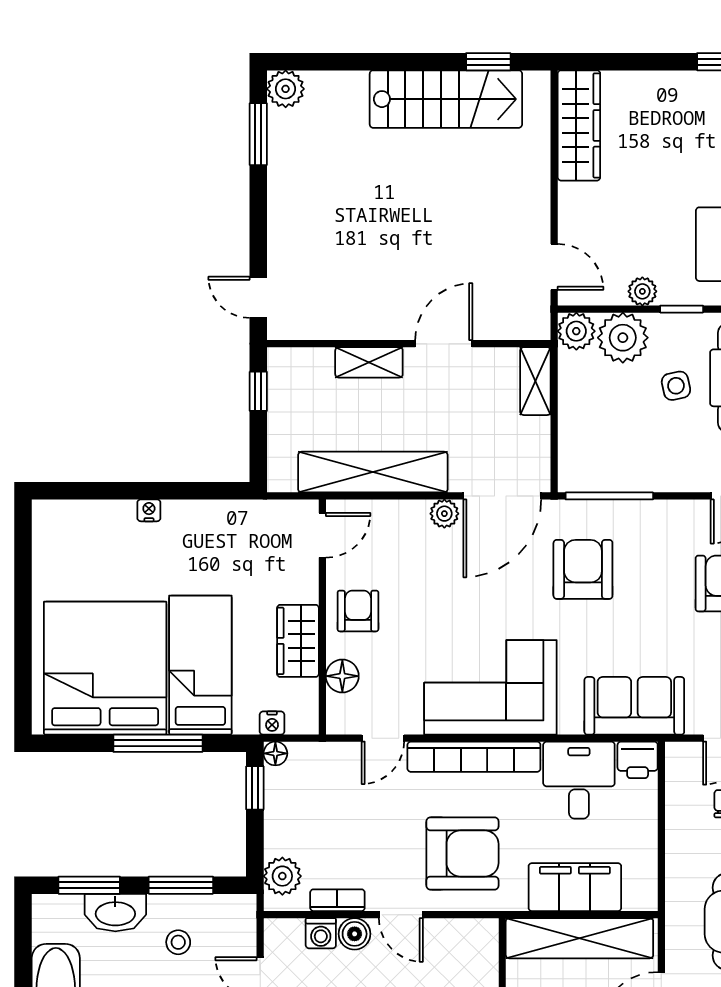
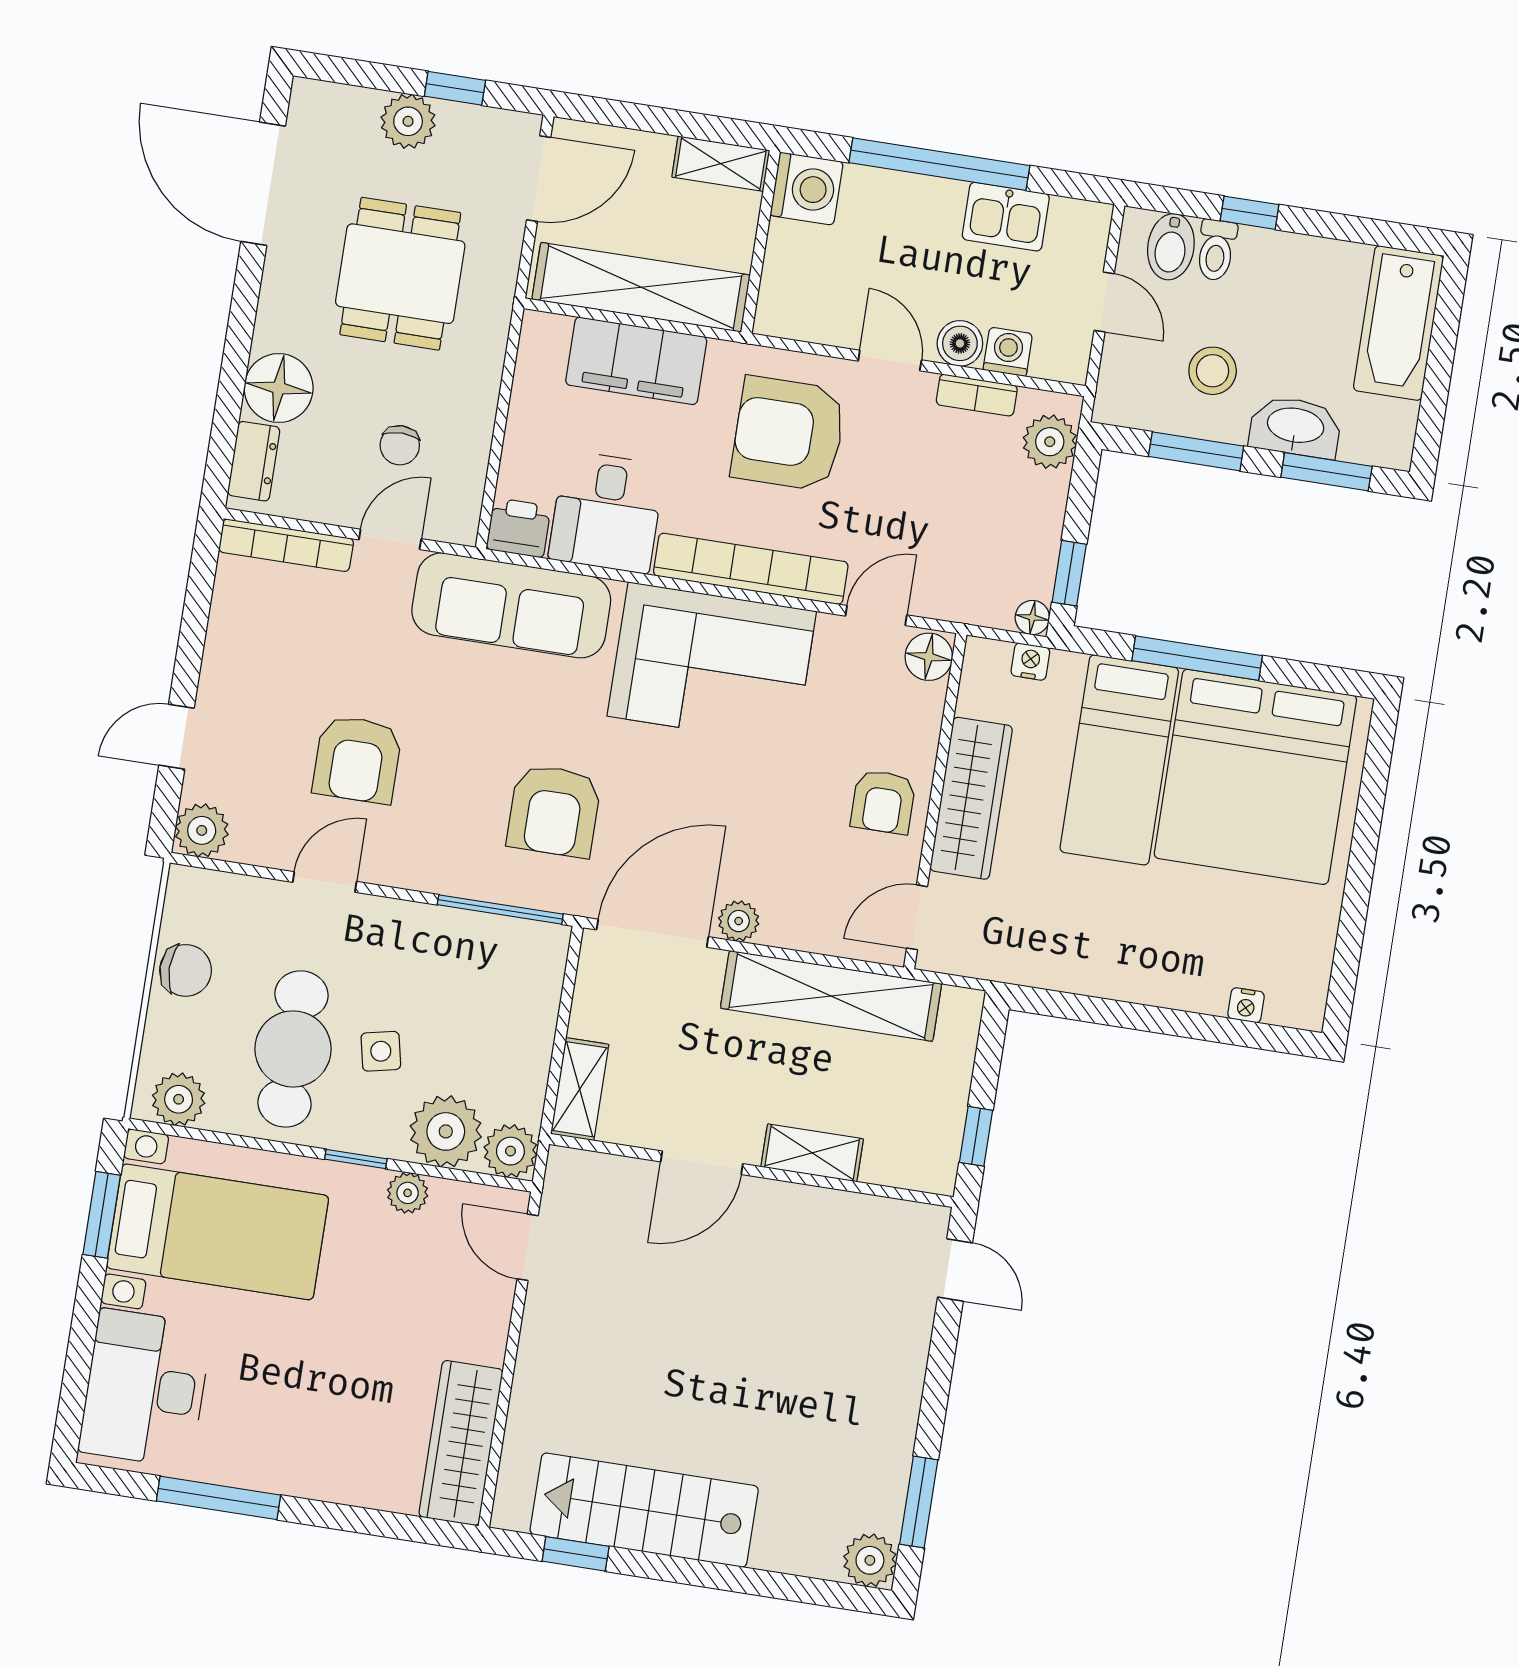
nightstand: (149, 510) -> (1246, 1005), moved
wardrobe: (298, 641) -> (971, 798), width x1.50
floor lamp: (342, 676) -> (929, 657), moved
sofa: (634, 706) -> (511, 605), width x1.36
stool: (178, 942) -> (1213, 371), width x1.37, depth x1.37

